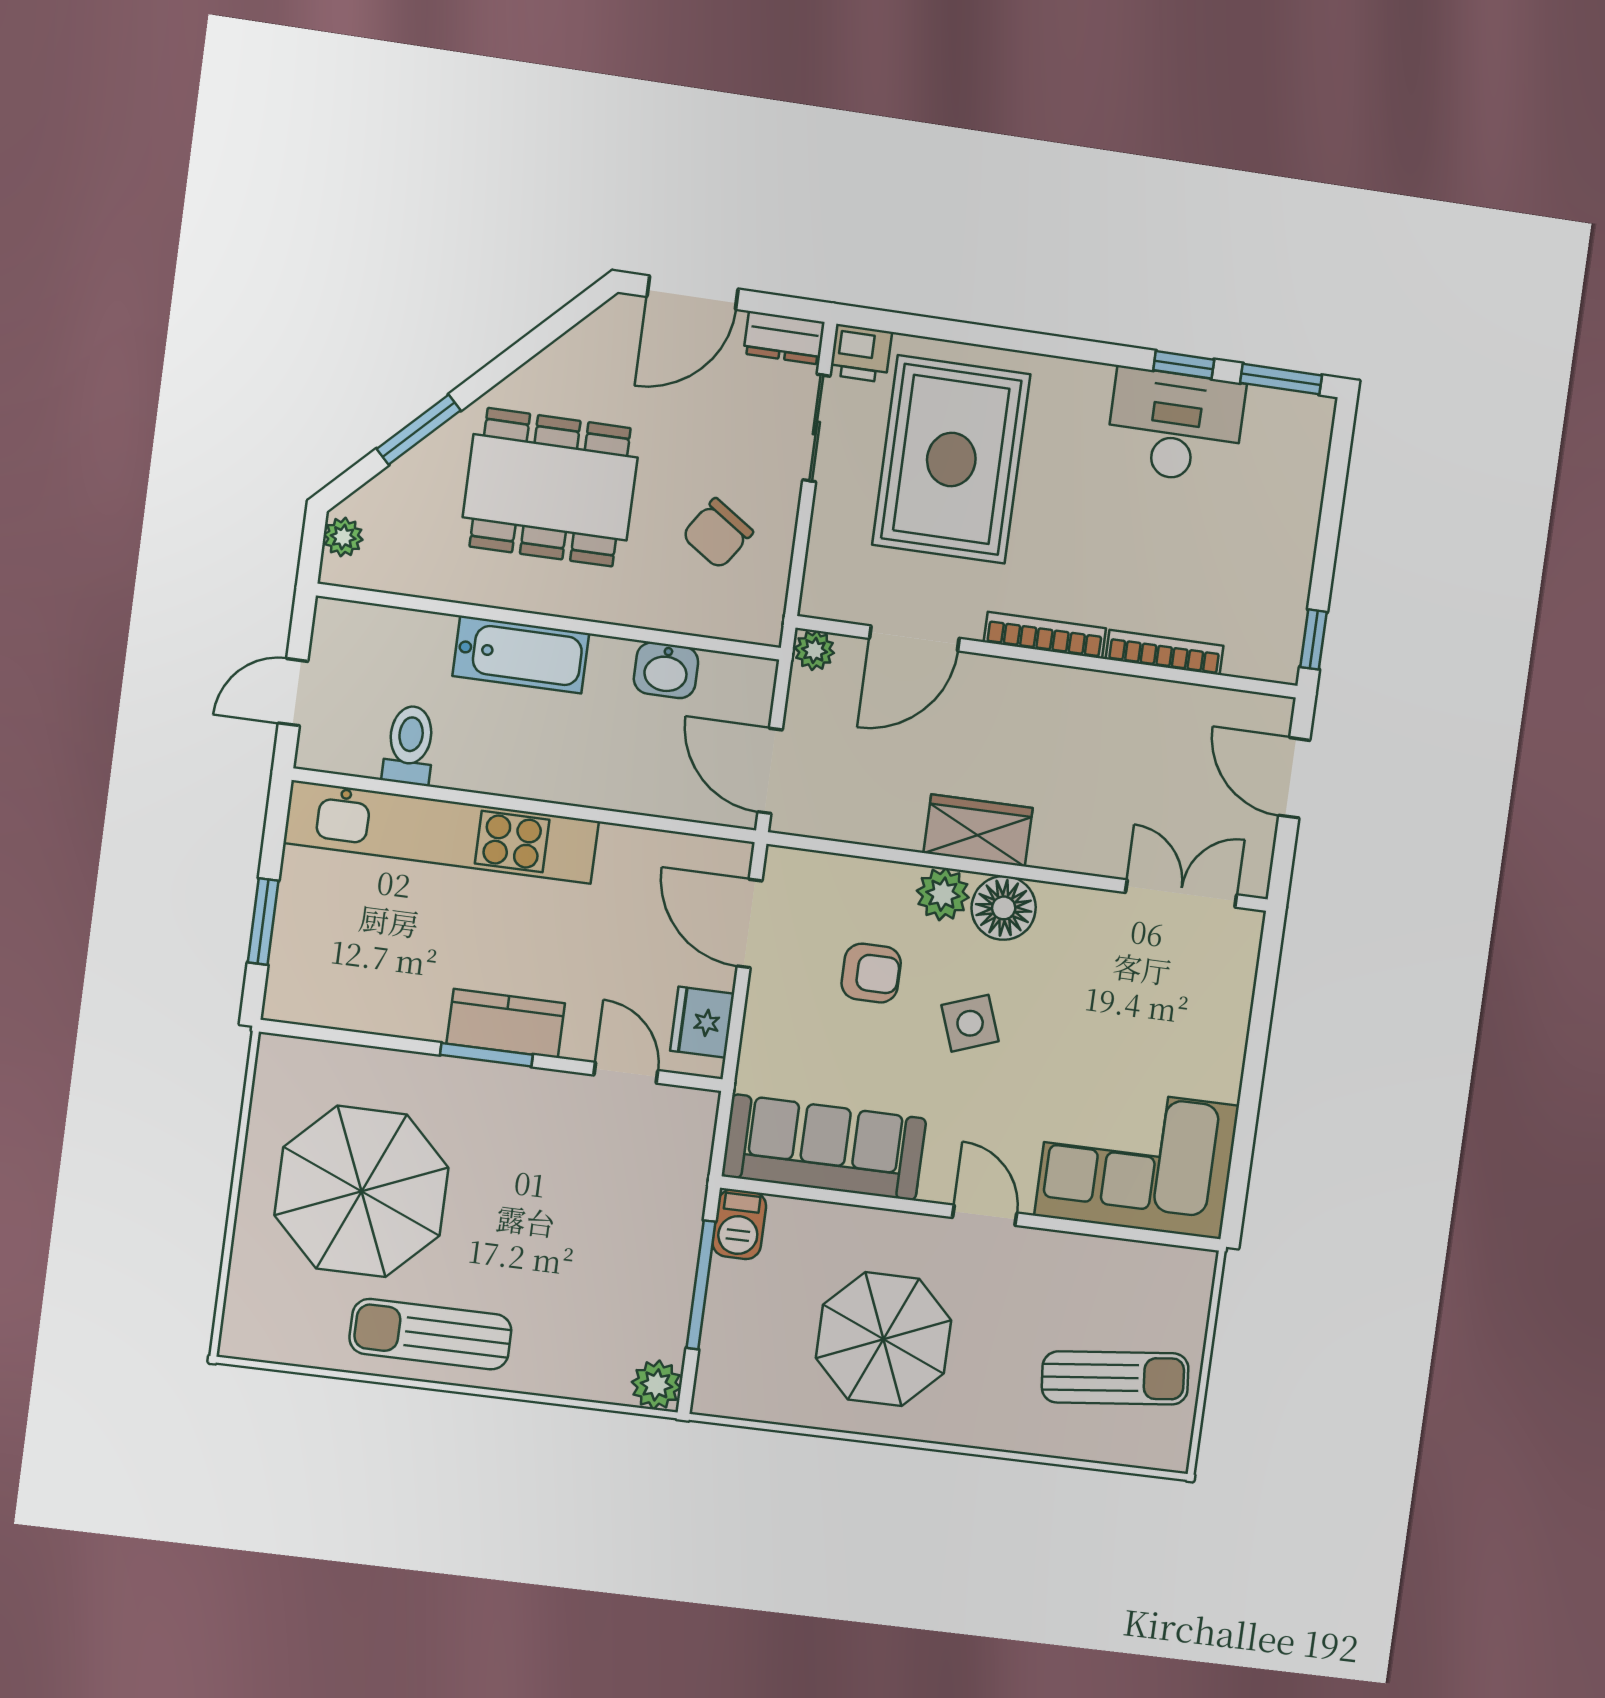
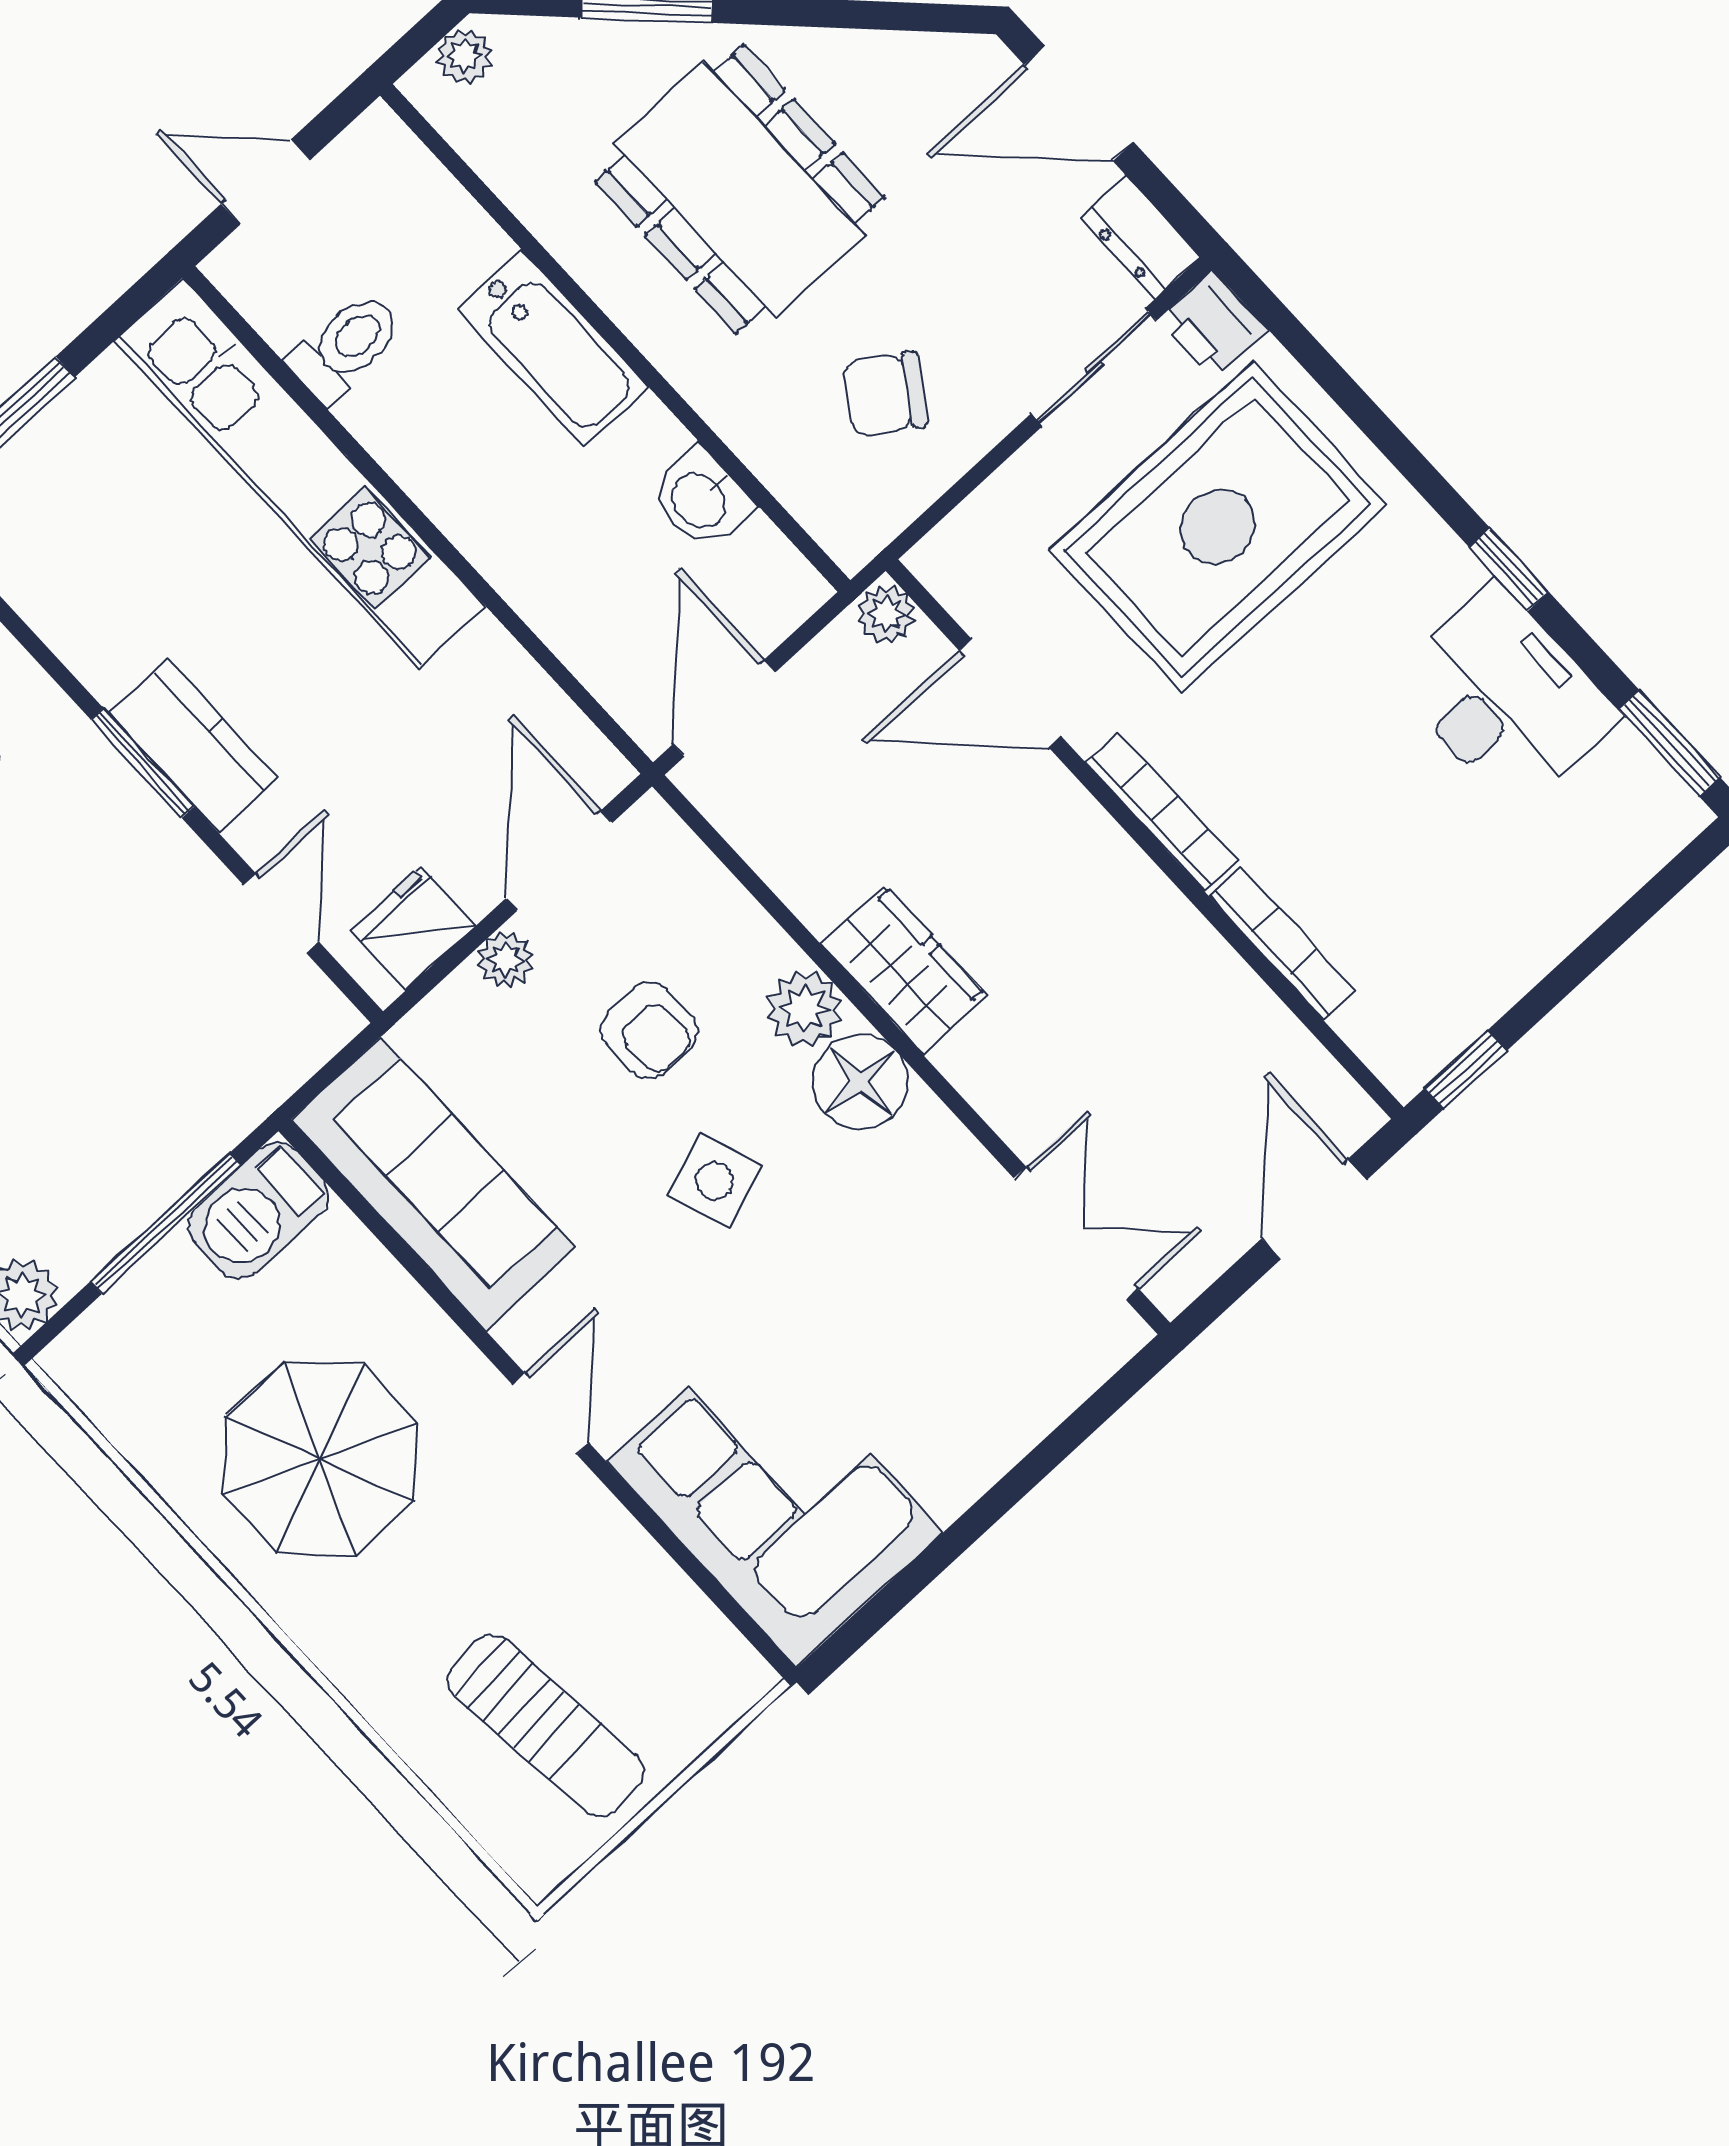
window: (1184, 365) -> (1509, 569), moved
plant: (765, 999) -> (505, 960), added
barbecue: (739, 1224) -> (258, 1211), width x1.38, depth x1.27

